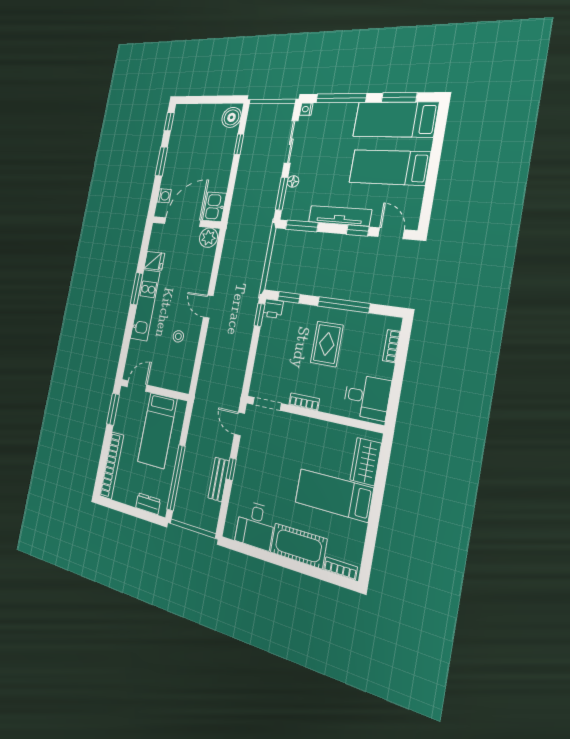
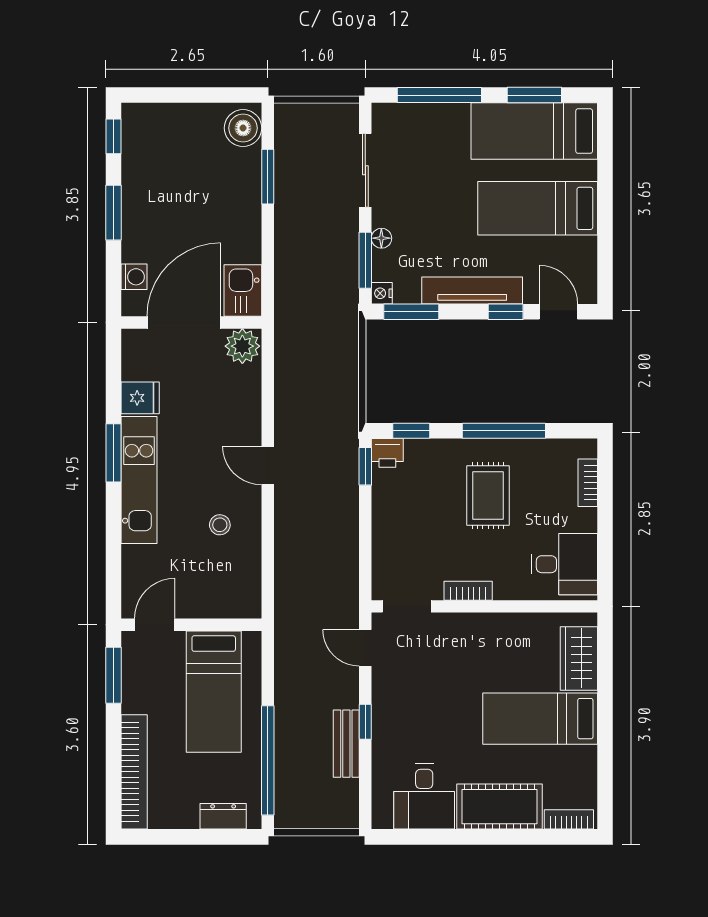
nightstand: (306, 109) -> (382, 293), moved
window: (239, 144) -> (268, 177), width x1.50

